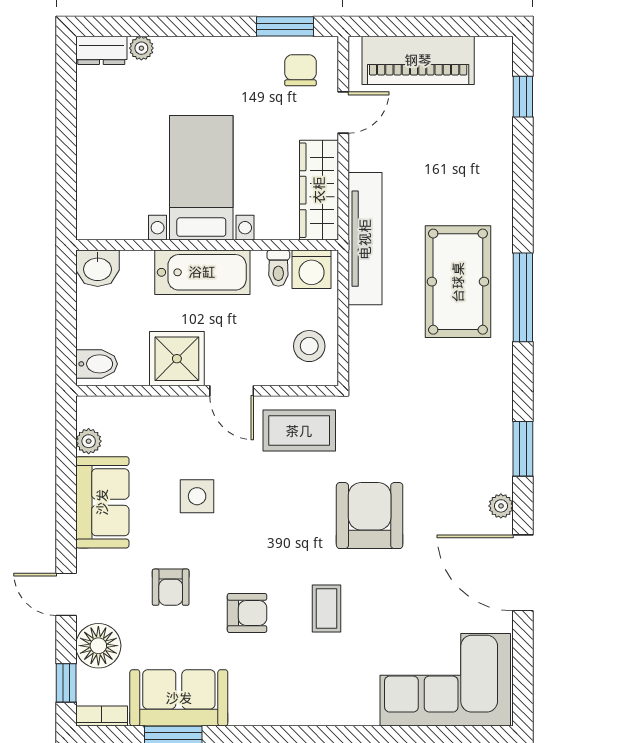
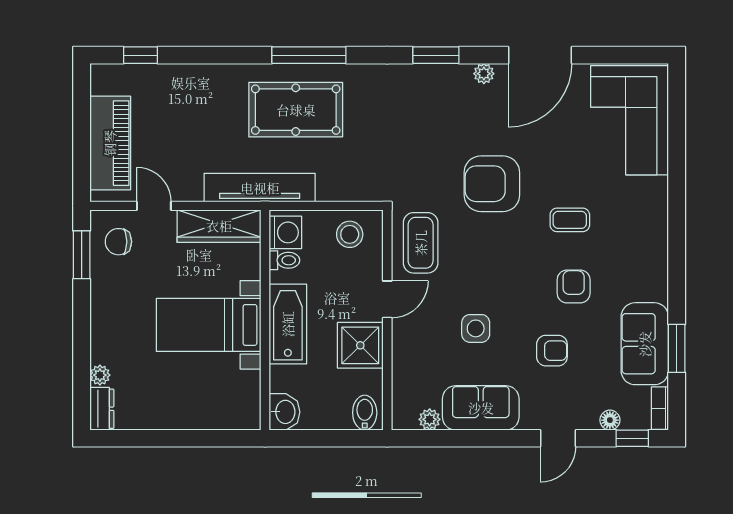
floor lamp: (98, 646) -> (610, 420), width x0.53, depth x0.53

